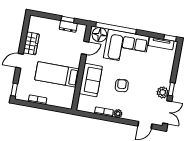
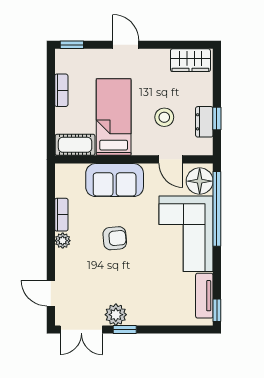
wardrobe: (31, 43) -> (190, 60), moved
stool: (62, 47) -> (164, 117), added
cot: (68, 98) -> (75, 145), added

